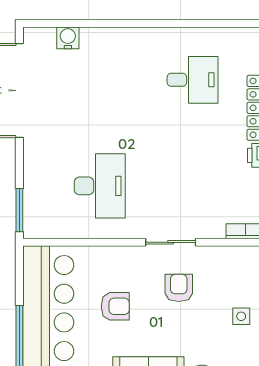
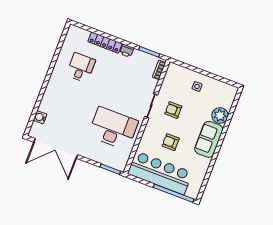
desk: (100, 186) -> (113, 128), width x1.36, depth x1.30
armchair: (115, 306) -> (171, 142), turned -90

